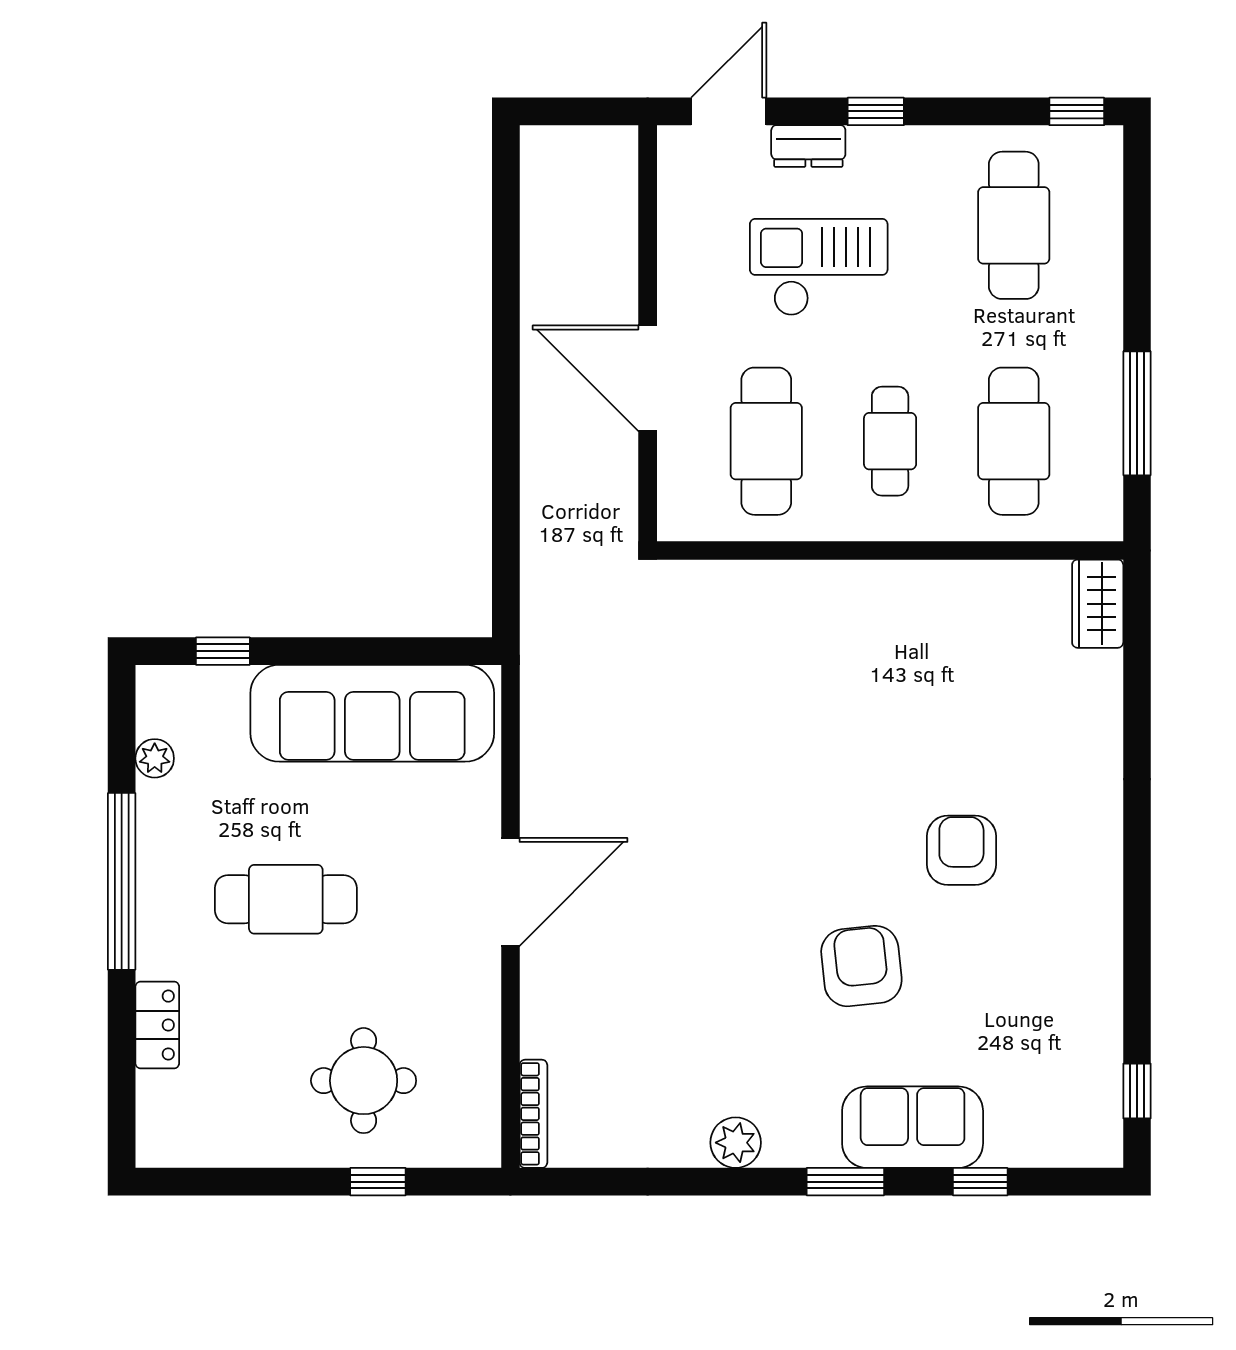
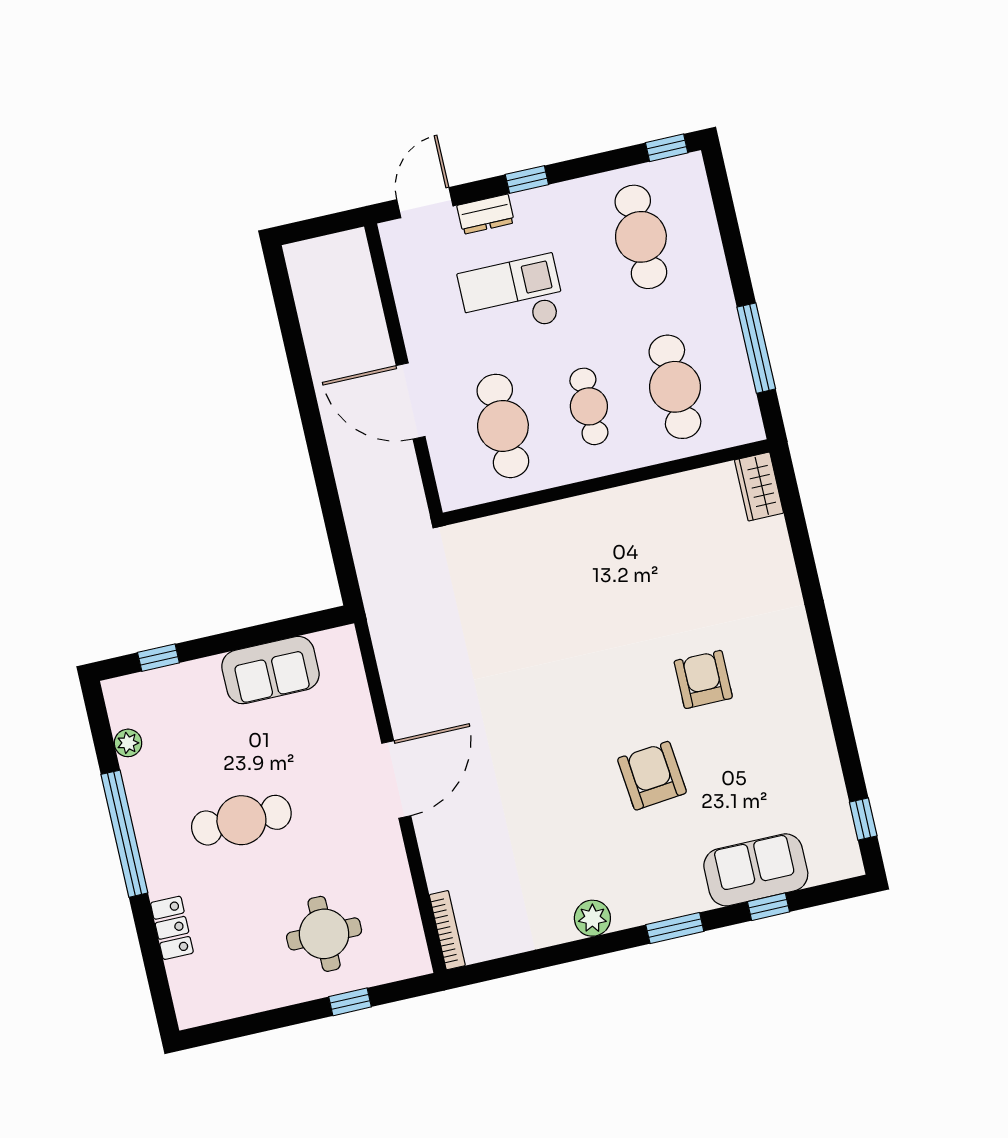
sofa: (372, 713) -> (270, 670), width x0.54, depth x0.79
sofa: (913, 1127) -> (756, 870), moved

